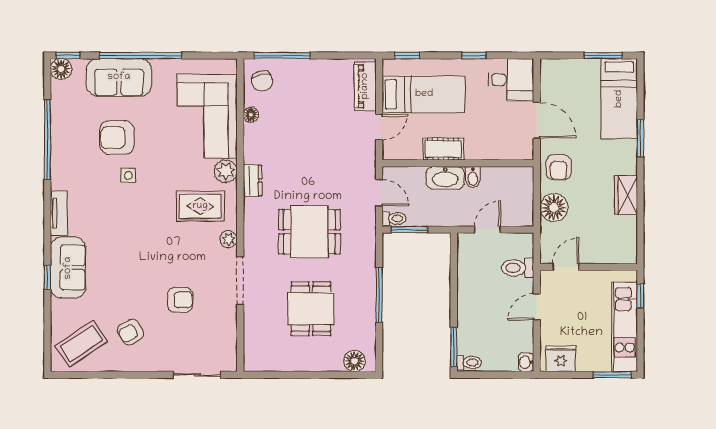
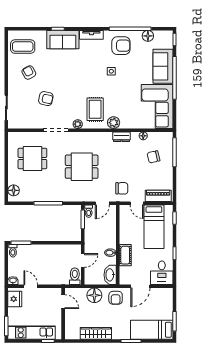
floor lamp: (61, 69) -> (148, 36), moved
chair: (262, 81) -> (153, 157), moved
corner sofa: (207, 116) -> (157, 106), moved, turned -90
armchair: (117, 138) -> (121, 46), moved, turned 90
cot: (443, 149) -> (125, 255), moved
chair: (351, 156) -> (122, 188), added
armchair: (559, 167) -> (116, 298), turned -90
washbasin: (445, 178) -> (110, 275), moved
dresser: (253, 181) -> (121, 137), moved
wardrobe: (626, 195) -> (96, 333), width x1.50
door: (488, 230) -> (83, 260), hinge flipped
dining table: (309, 232) -> (82, 167), turned 90
toilet: (518, 268) -> (75, 276), moved
armchair: (180, 300) -> (46, 99), turned -77
door: (537, 307) -> (31, 286), moved
dining table: (311, 309) -> (32, 158), moved
coffee table: (81, 344) -> (23, 47), turned -56

